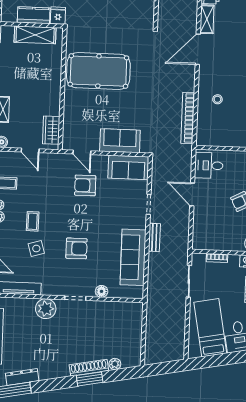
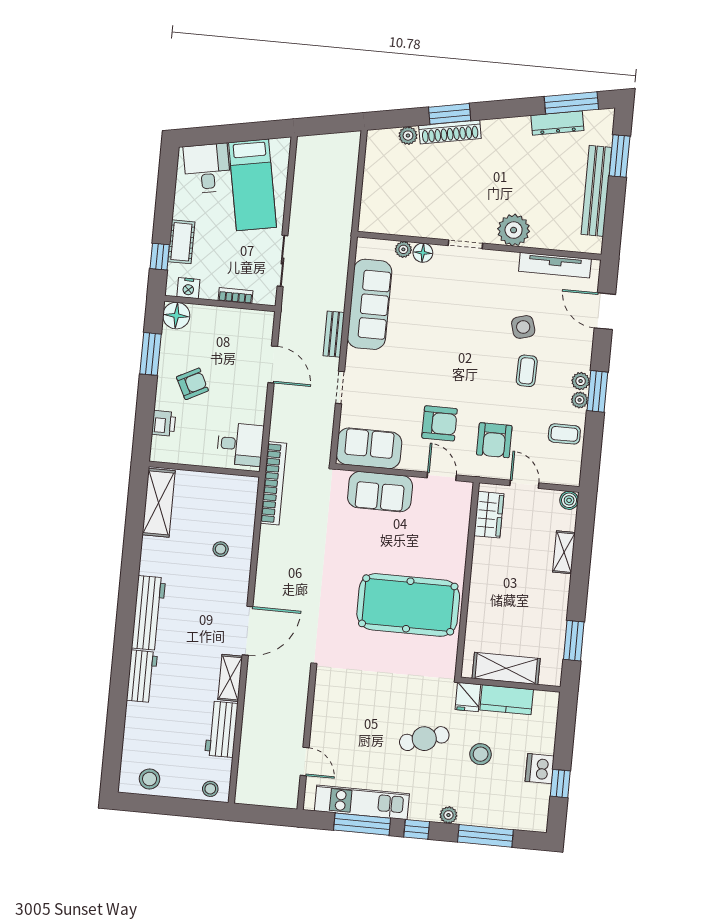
bookcase: (188, 118) -> (273, 483), moved
door: (192, 194) -> (273, 364), moved
armchair: (76, 248) -> (494, 440), moved, turned -90
plant: (114, 293) -> (403, 249), added

